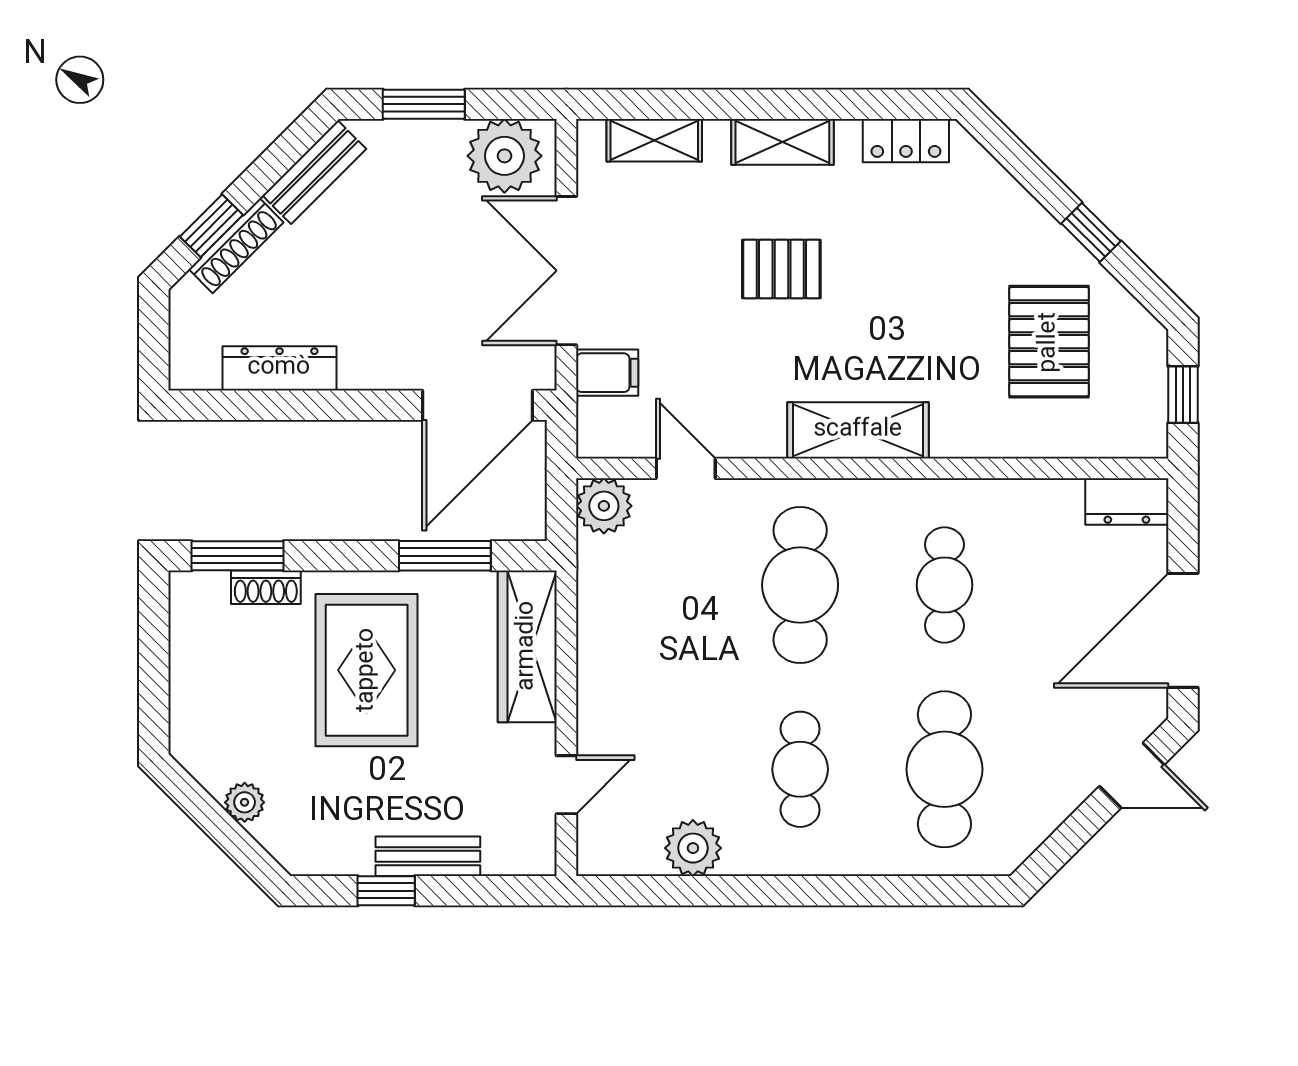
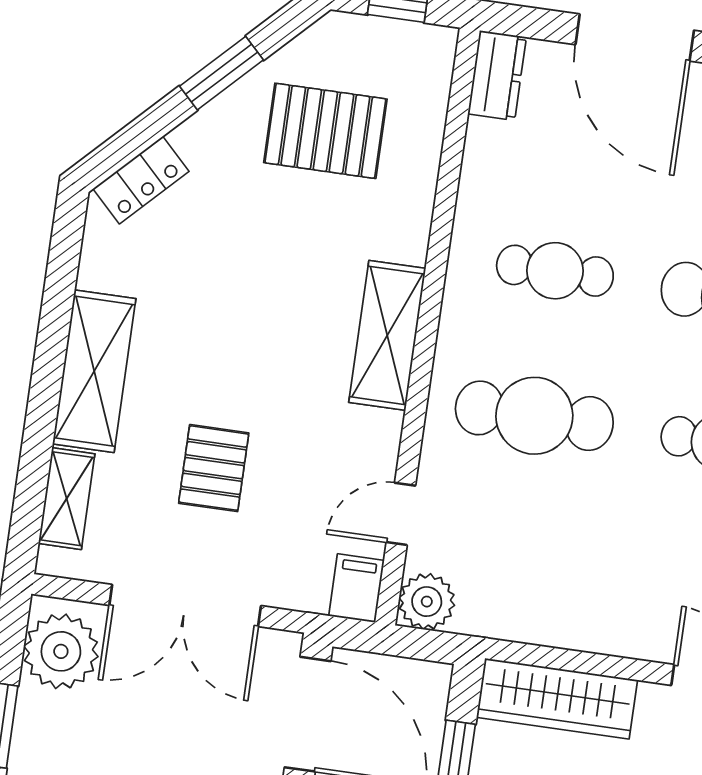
locker: (906, 141) -> (141, 180), moved, turned 45
shelving: (782, 142) -> (94, 371), width x1.50, depth x1.33
window: (1091, 232) -> (222, 73), width x1.50
pallet: (781, 269) -> (214, 468), moved
filing cabinet: (607, 373) -> (356, 588), moved

